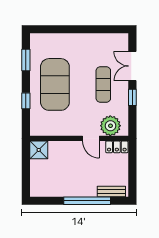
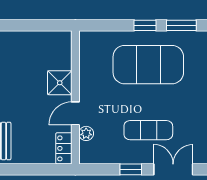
window: (26, 101) -> (145, 25), moved
plant: (110, 126) -> (86, 133), width x0.53, depth x0.53
shower: (39, 150) -> (60, 83), moved

